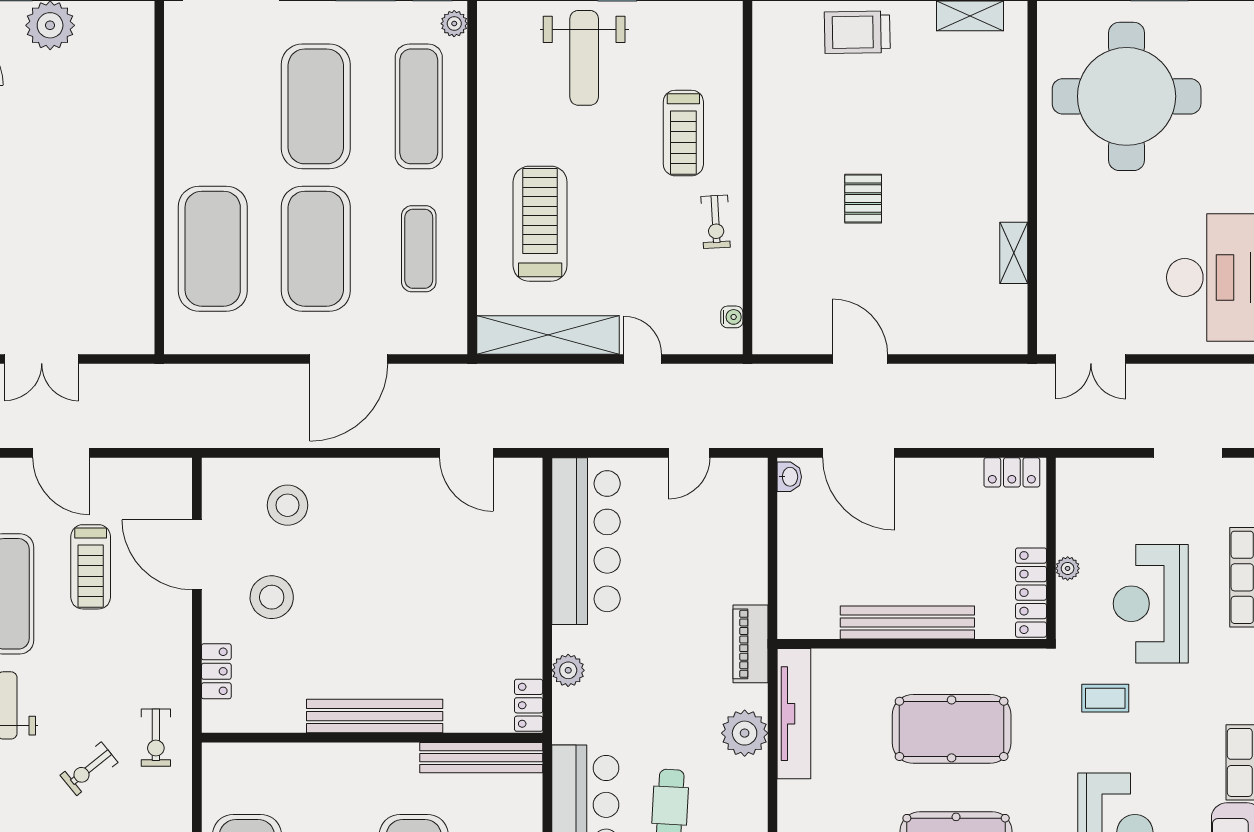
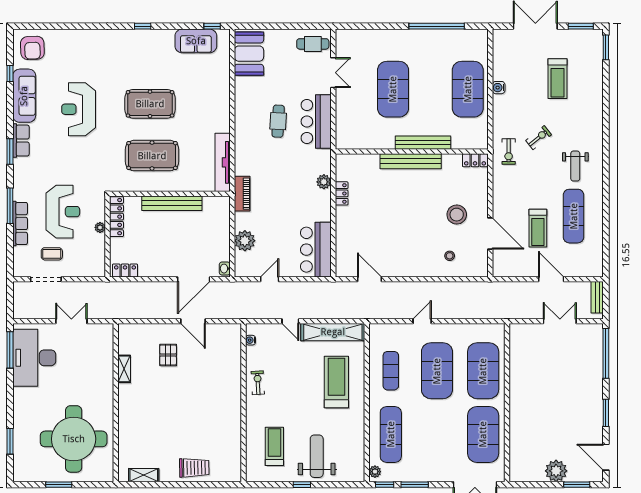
exercise mat: (316, 106) -> (483, 434), moved
treadmill: (683, 133) -> (274, 446), moved
pallet: (863, 199) -> (168, 355), moved
treadmill: (540, 224) -> (336, 382), turned 180
door: (349, 359) -> (422, 321), width x0.53
double door: (1091, 359) -> (71, 321), moved
door: (859, 453) -> (194, 279), swing flipped
stool: (288, 505) -> (450, 256), width x0.53, depth x0.53
bar counter: (586, 541) -> (316, 250), width x0.73
treadmill: (91, 567) -> (538, 228), turned 180
locker: (216, 671) -> (475, 160), moved, turned -90
coffee table: (1105, 698) -> (52, 254), moved
locker: (529, 705) -> (342, 193), moved
plant: (745, 733) -> (245, 241), moved
exercise bike: (156, 738) -> (509, 152), turned 180
bench: (481, 758) -> (423, 143), moved

